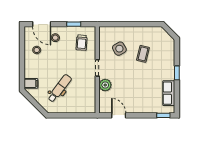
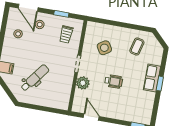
coffee table: (143, 54) -> (137, 47), moved
wheelchair: (134, 78) -> (114, 81), added
row of seats: (169, 93) -> (152, 78), moved

